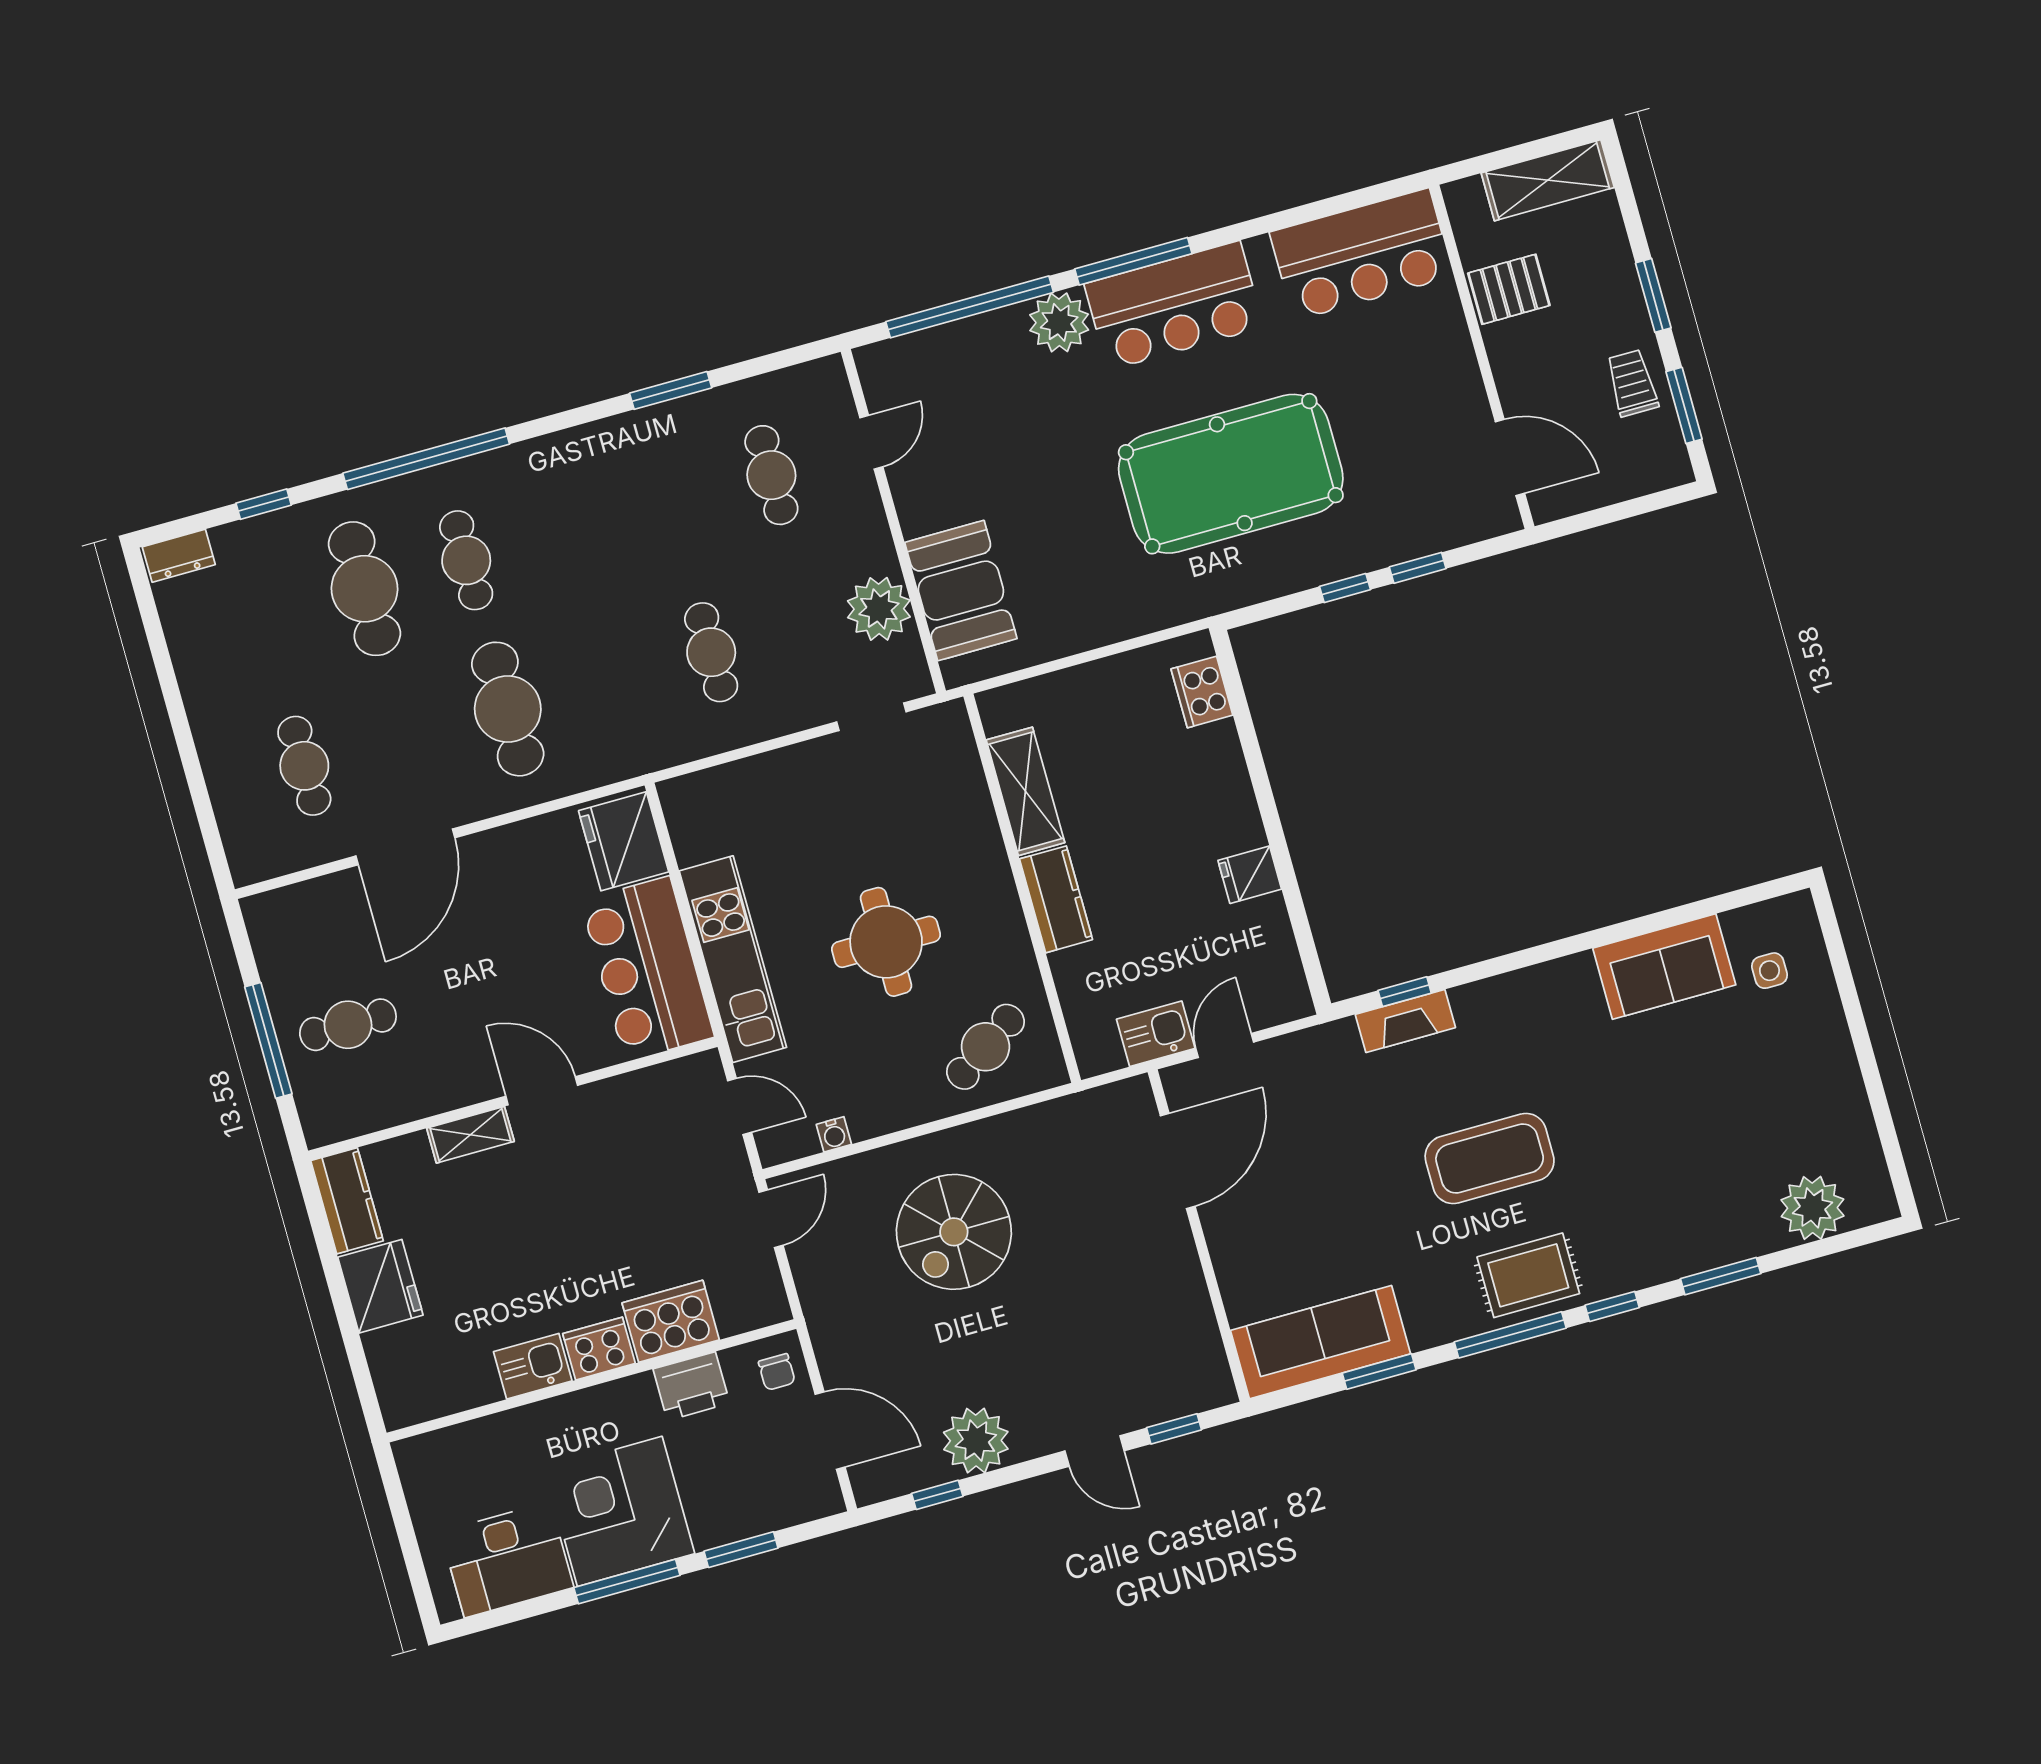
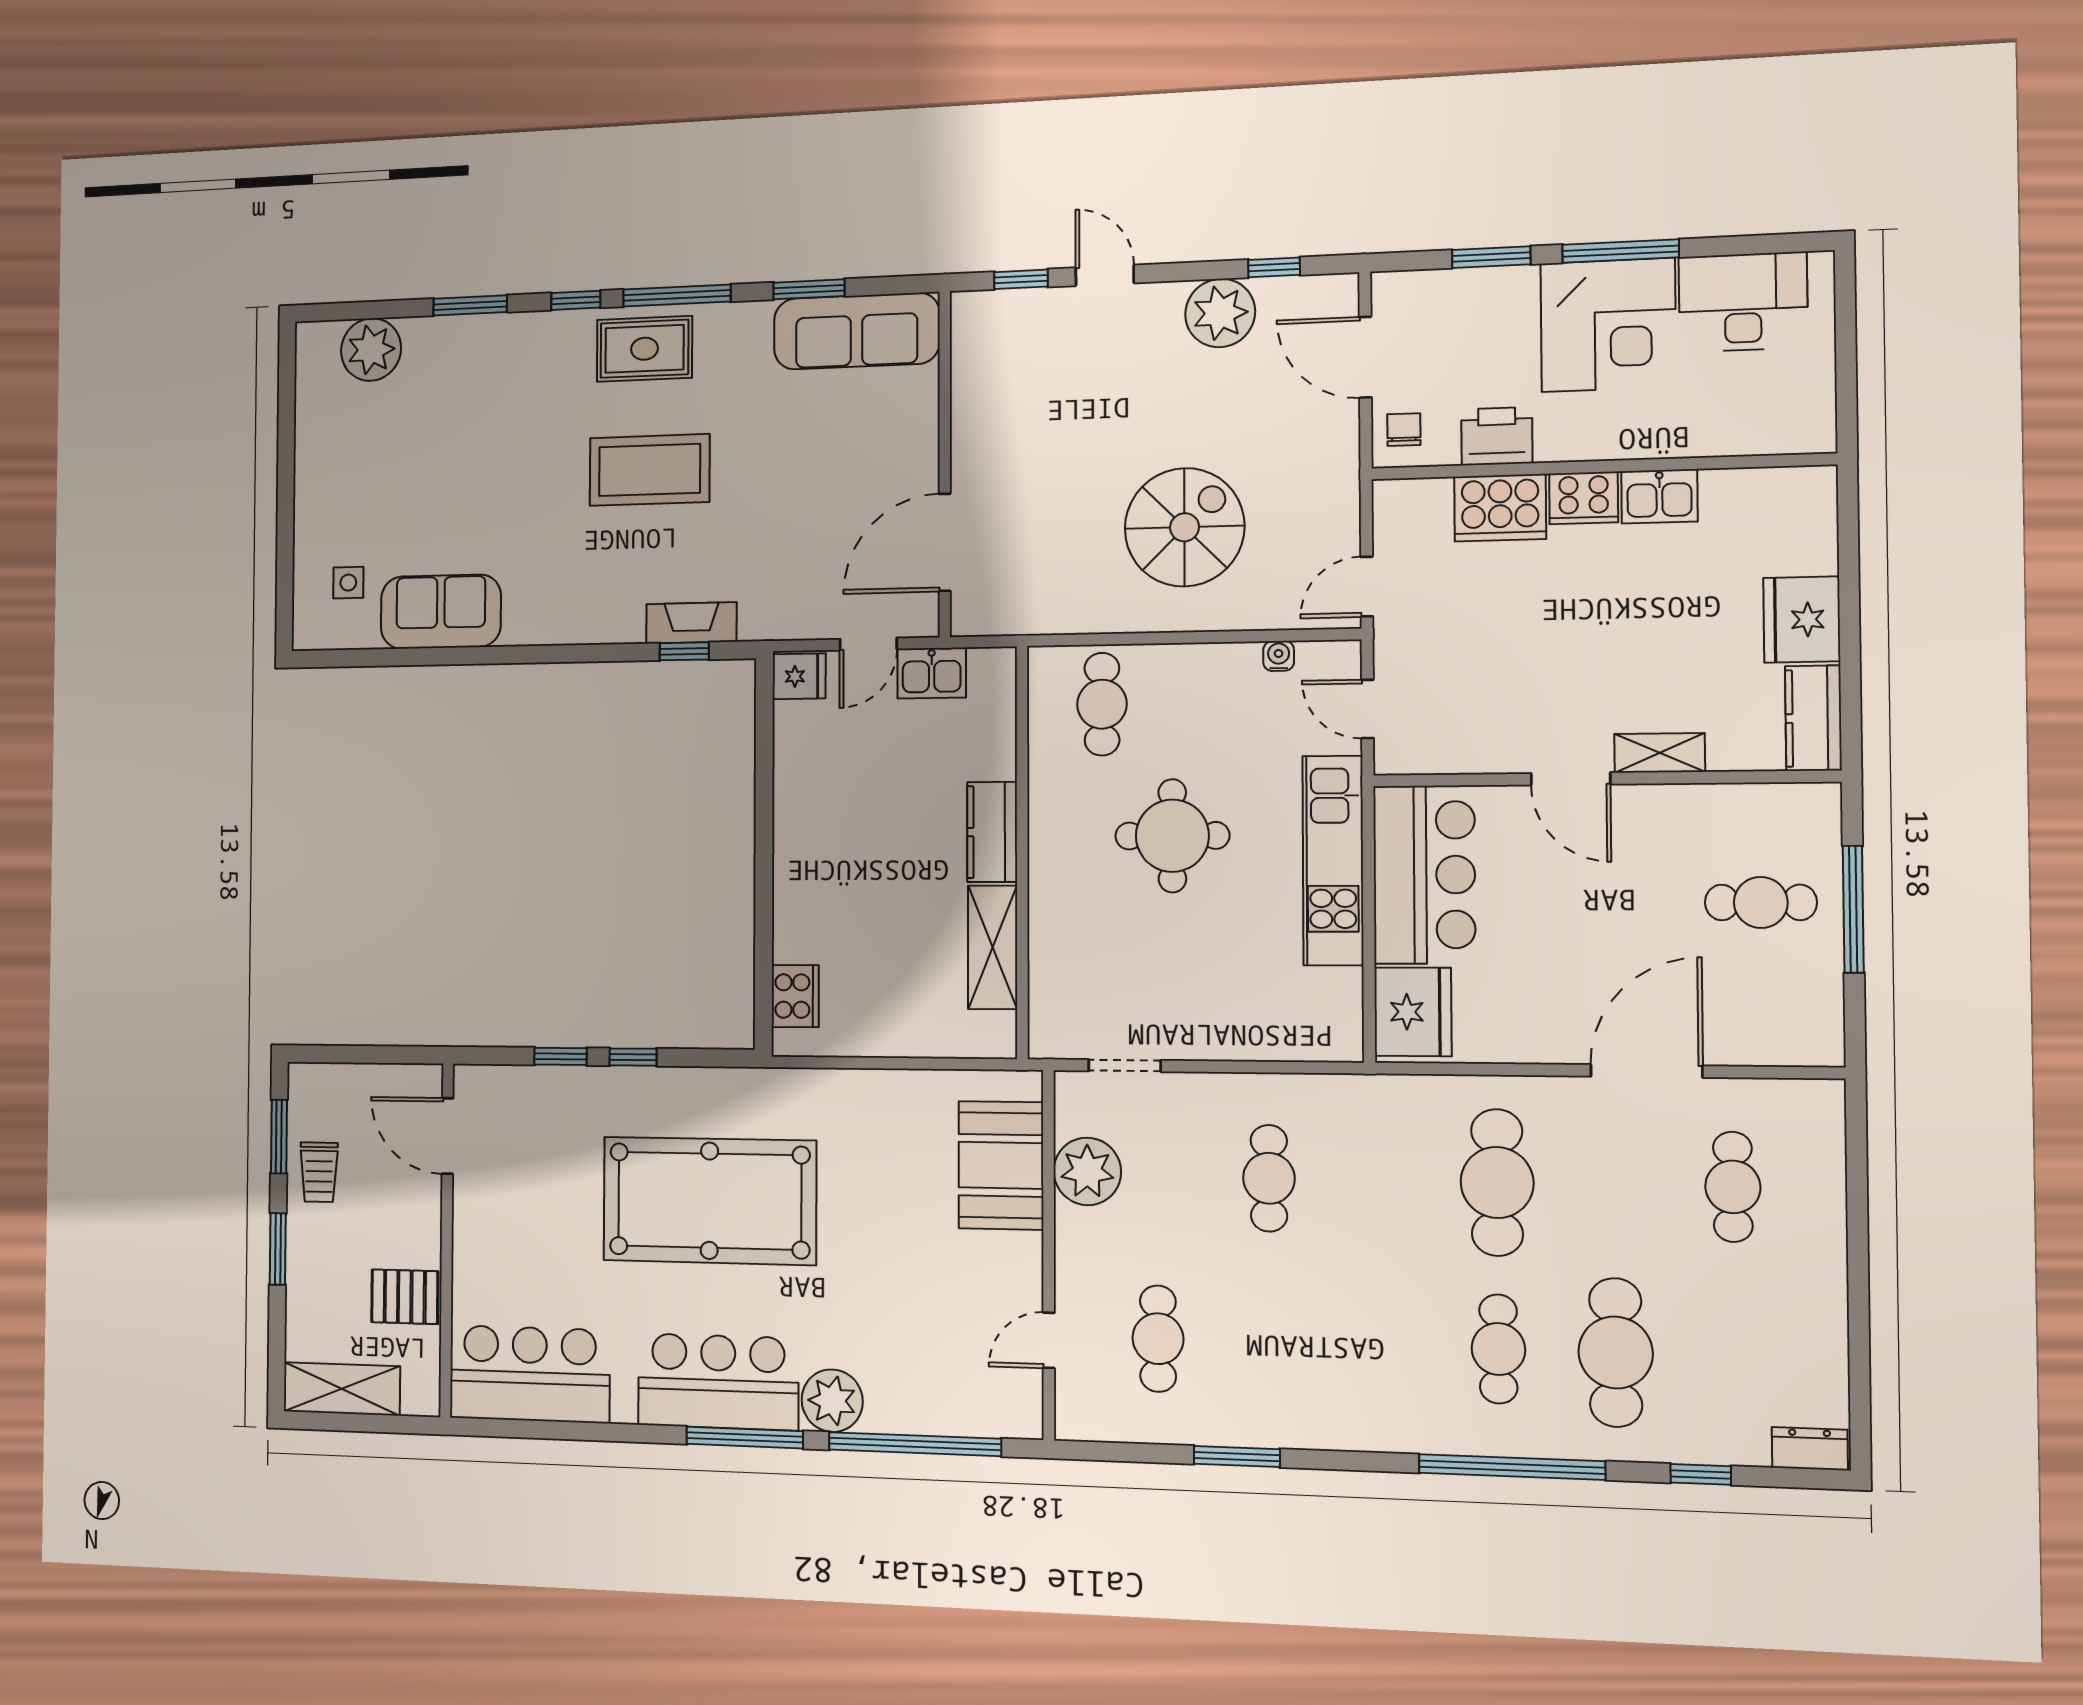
fridge: (1250, 875) -> (799, 676), moved
cafe table: (985, 1047) -> (1102, 704), turned -56

